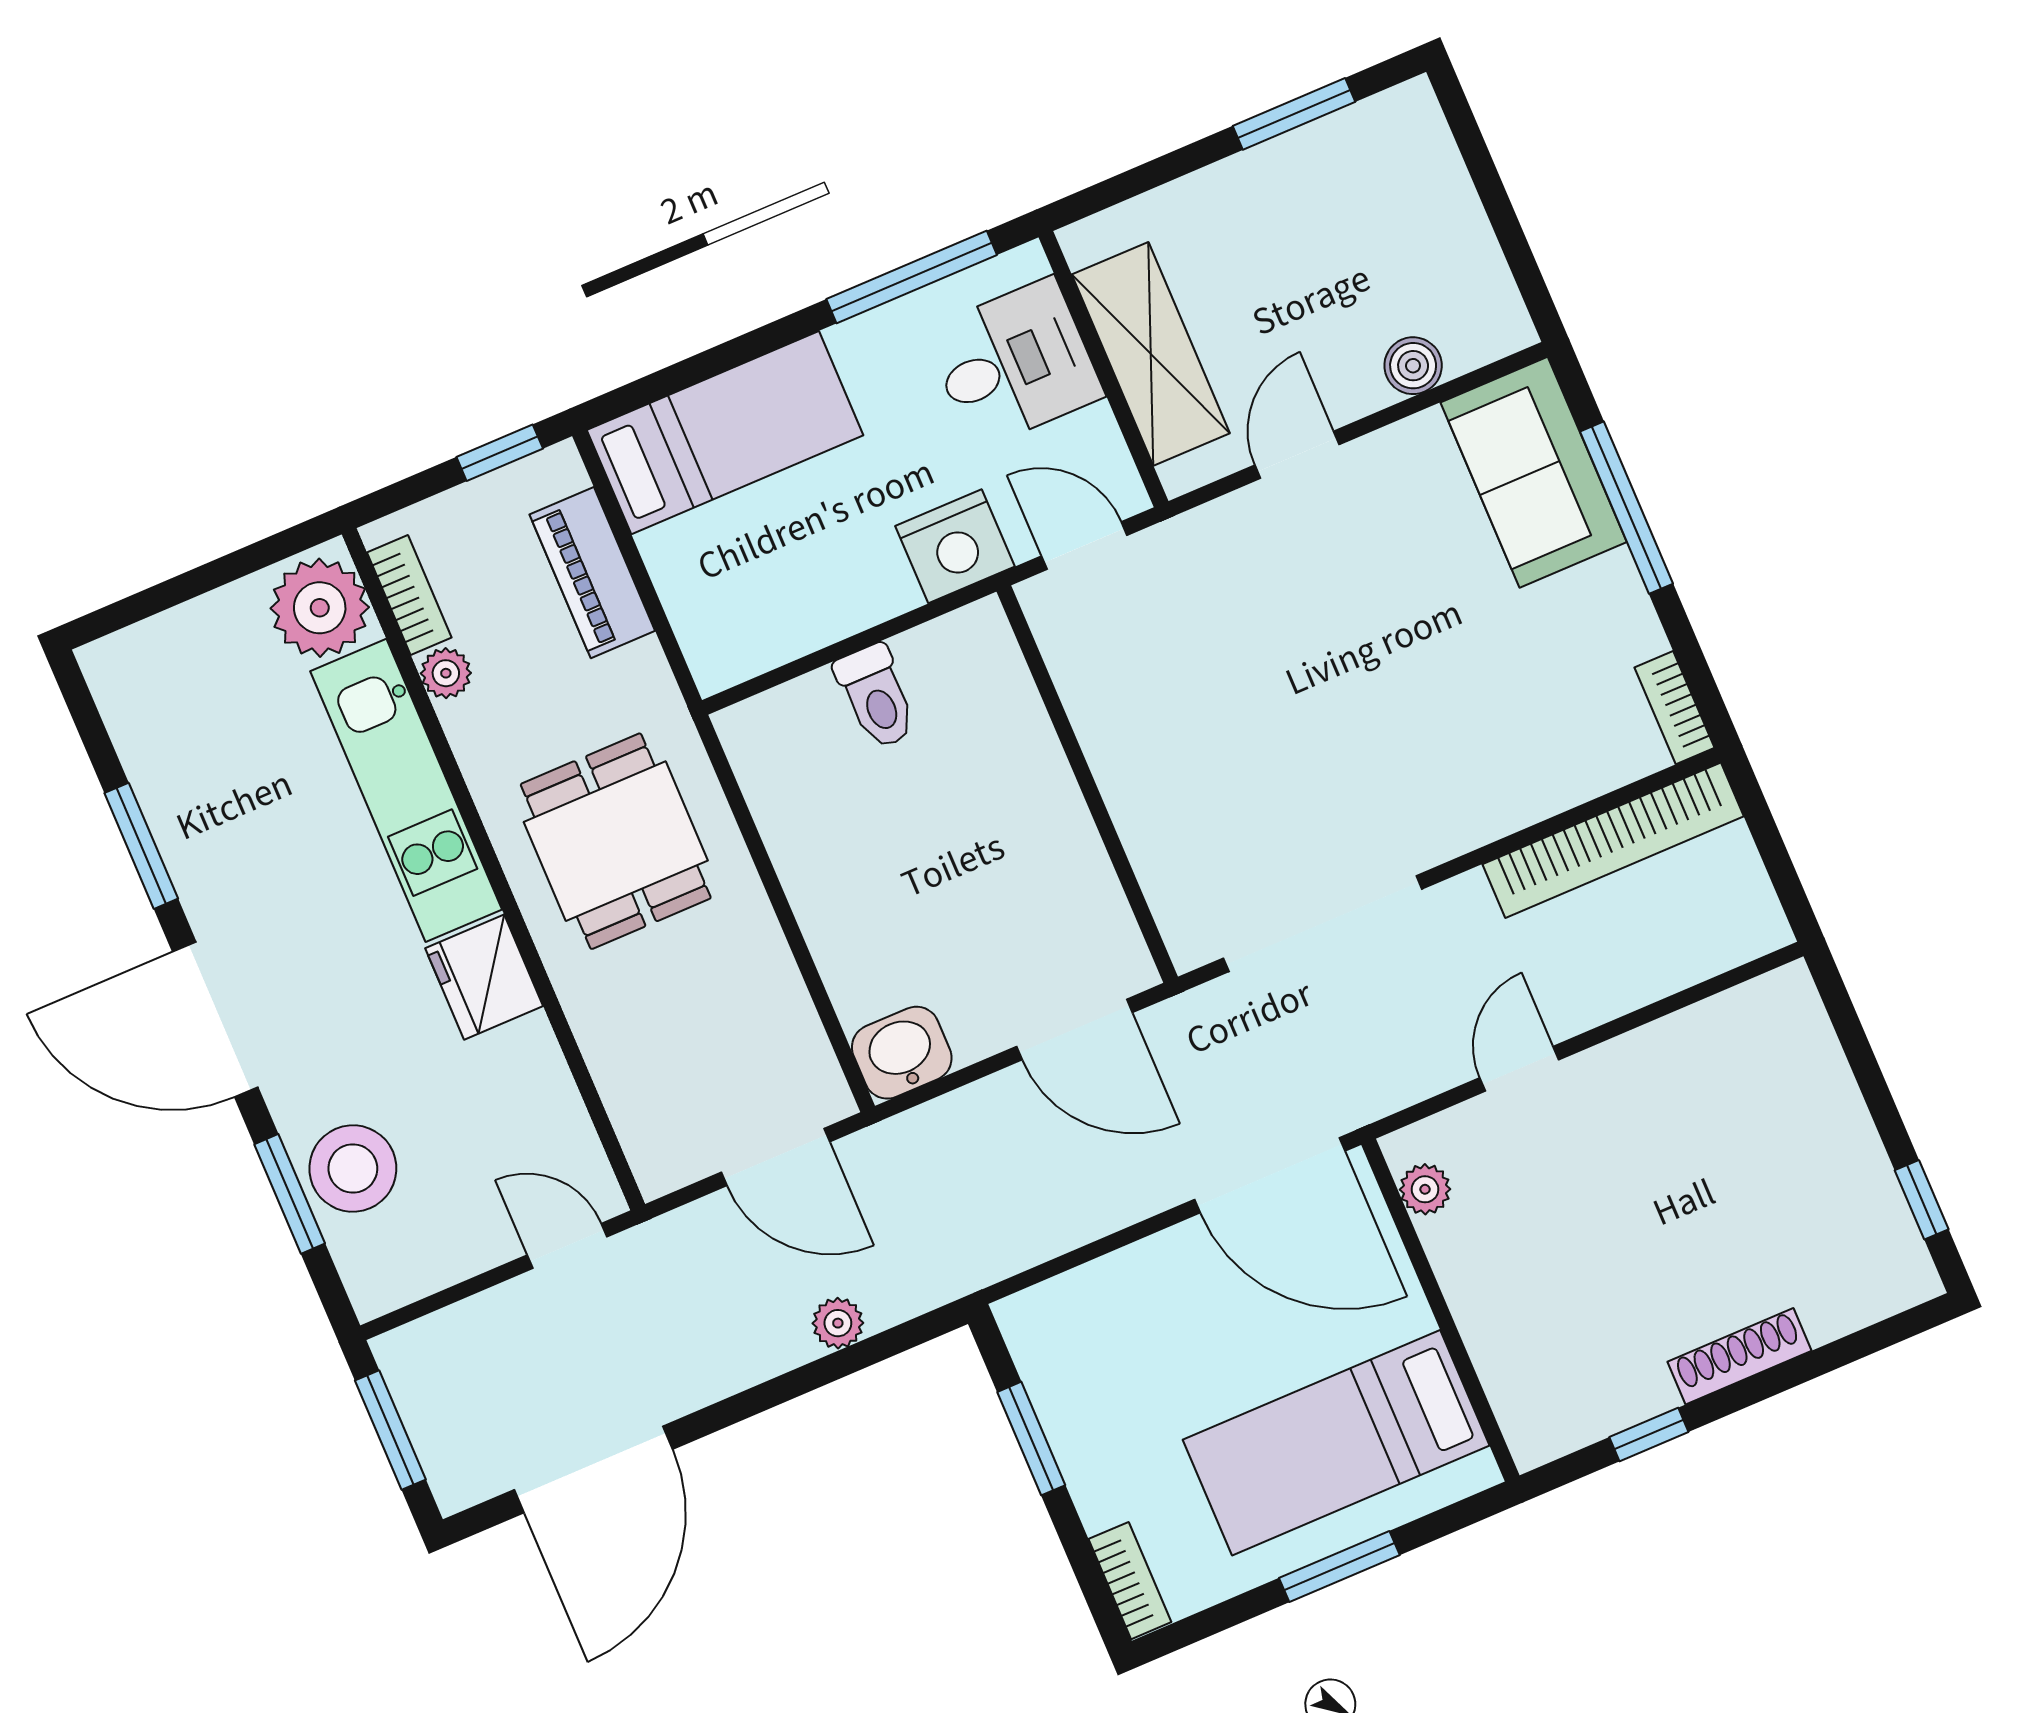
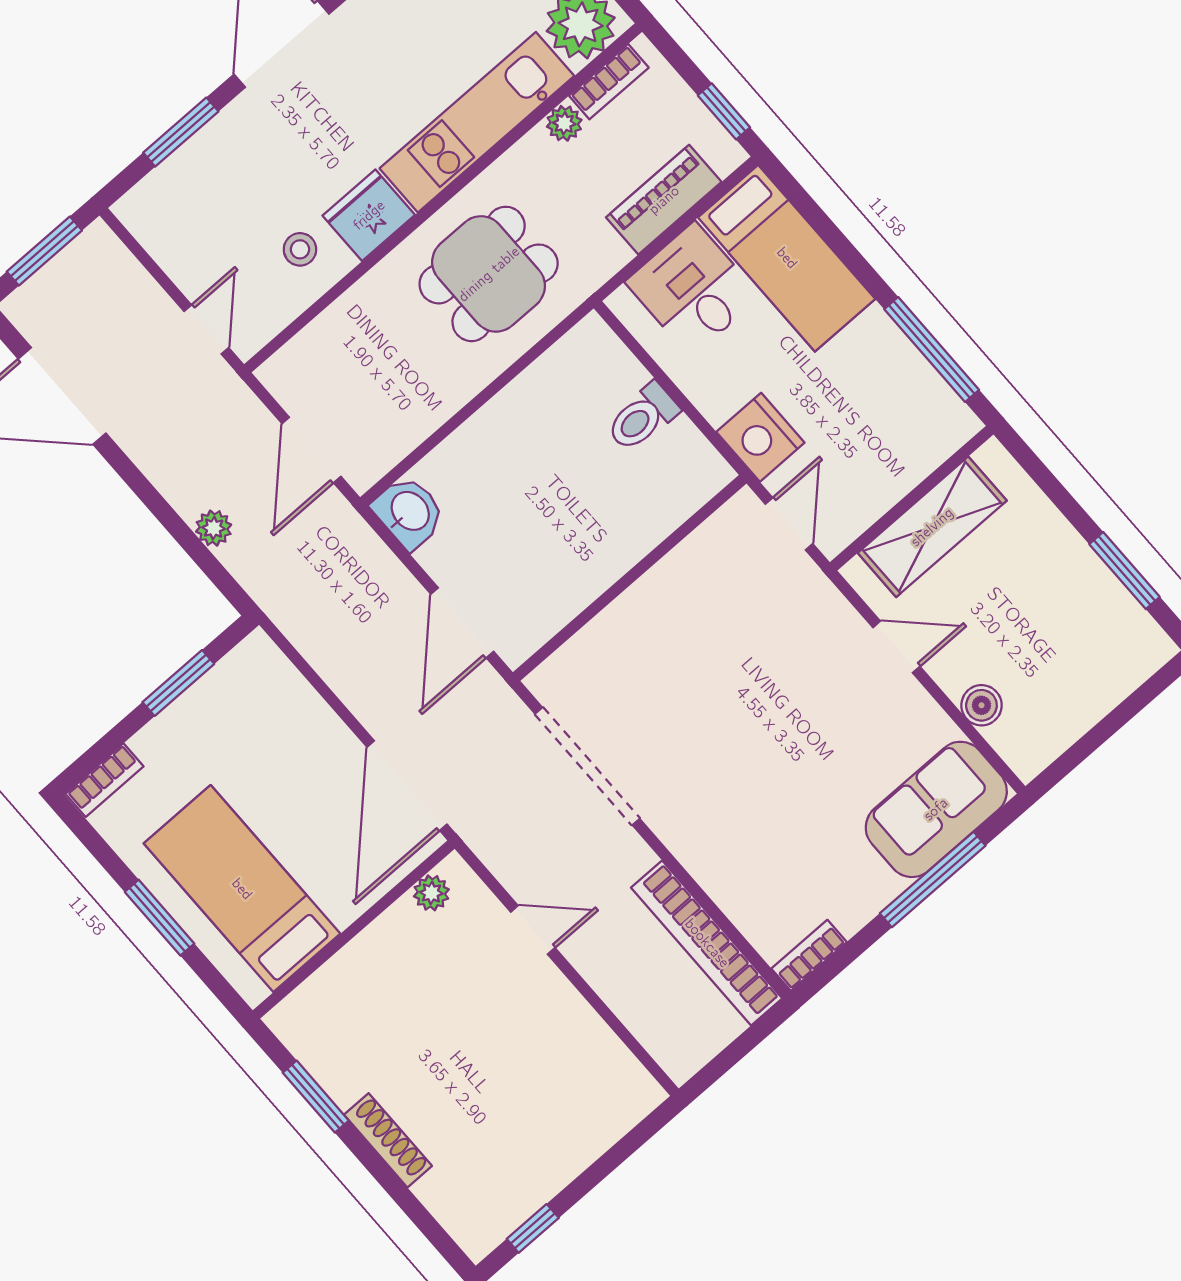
desk: (1014, 363) -> (693, 289), moved, turned 180
stool: (353, 1169) -> (300, 249), moved, width x0.53, depth x0.53
window: (1649, 1434) -> (316, 1097), width x1.50

